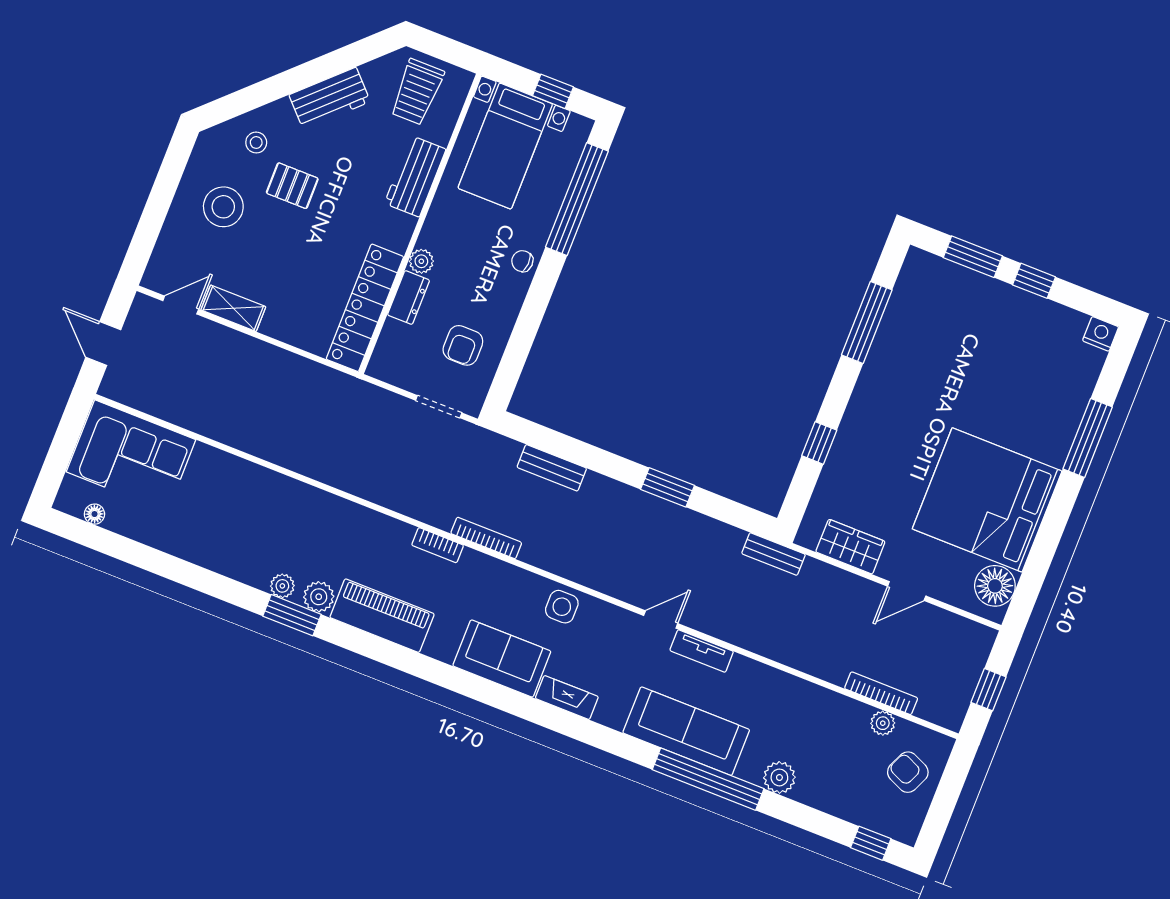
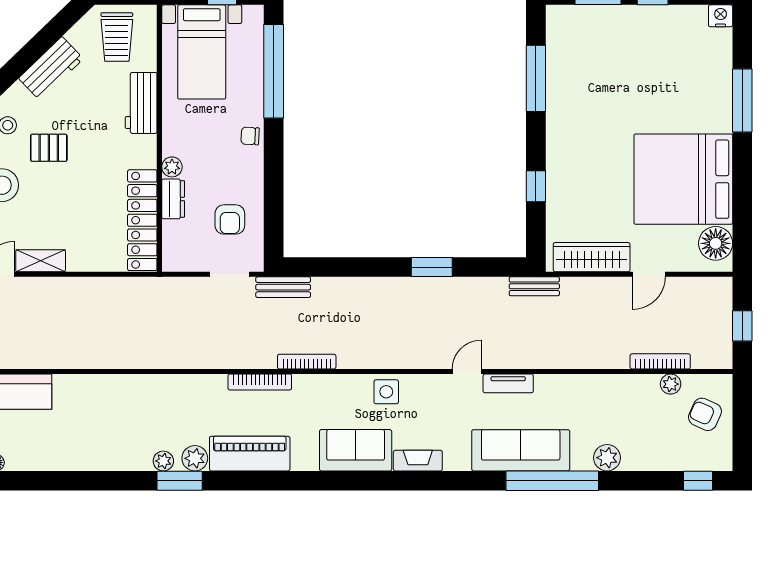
bench: (552, 468) -> (283, 287), moved
bookcase: (438, 545) -> (260, 382), width x1.56
wardrobe: (850, 547) -> (592, 257), width x1.50

